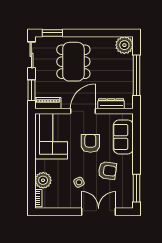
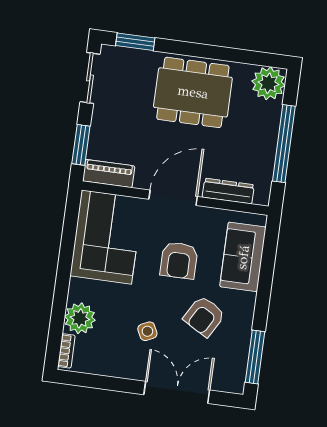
dining table: (73, 62) -> (193, 92), moved, turned 90
armchair: (90, 143) -> (179, 260), turned 180
armchair: (107, 171) -> (204, 316), turned 113

